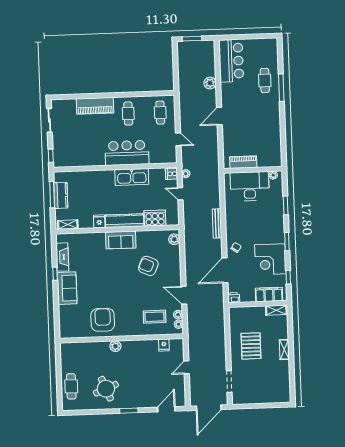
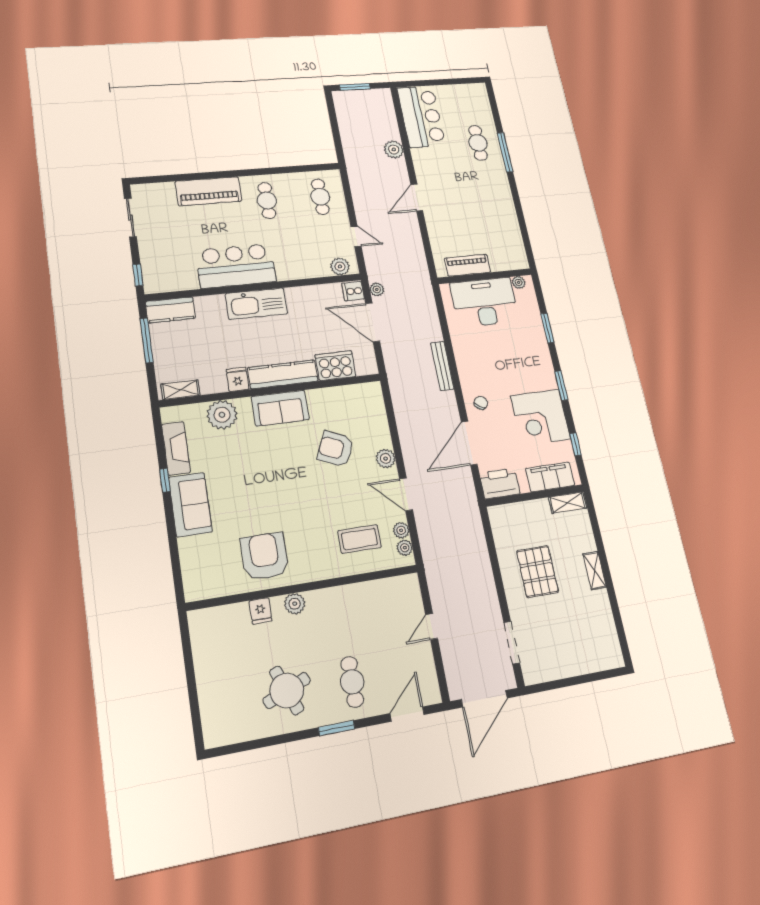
bar counter: (127, 153) -> (236, 266), moved
plant: (166, 158) -> (340, 266), added
kitchen sink: (132, 177) -> (257, 304), moved
door: (180, 194) -> (373, 322), width x1.87
kitchen counter: (61, 195) -> (170, 310), moved, turned 90
plant: (174, 239) -> (386, 459), moved
plant: (89, 241) -> (222, 415), added
printer: (234, 298) -> (500, 483), width x1.87, depth x1.48
fridge: (164, 345) -> (261, 611), moved
cafe table: (71, 386) -> (352, 682), moved

